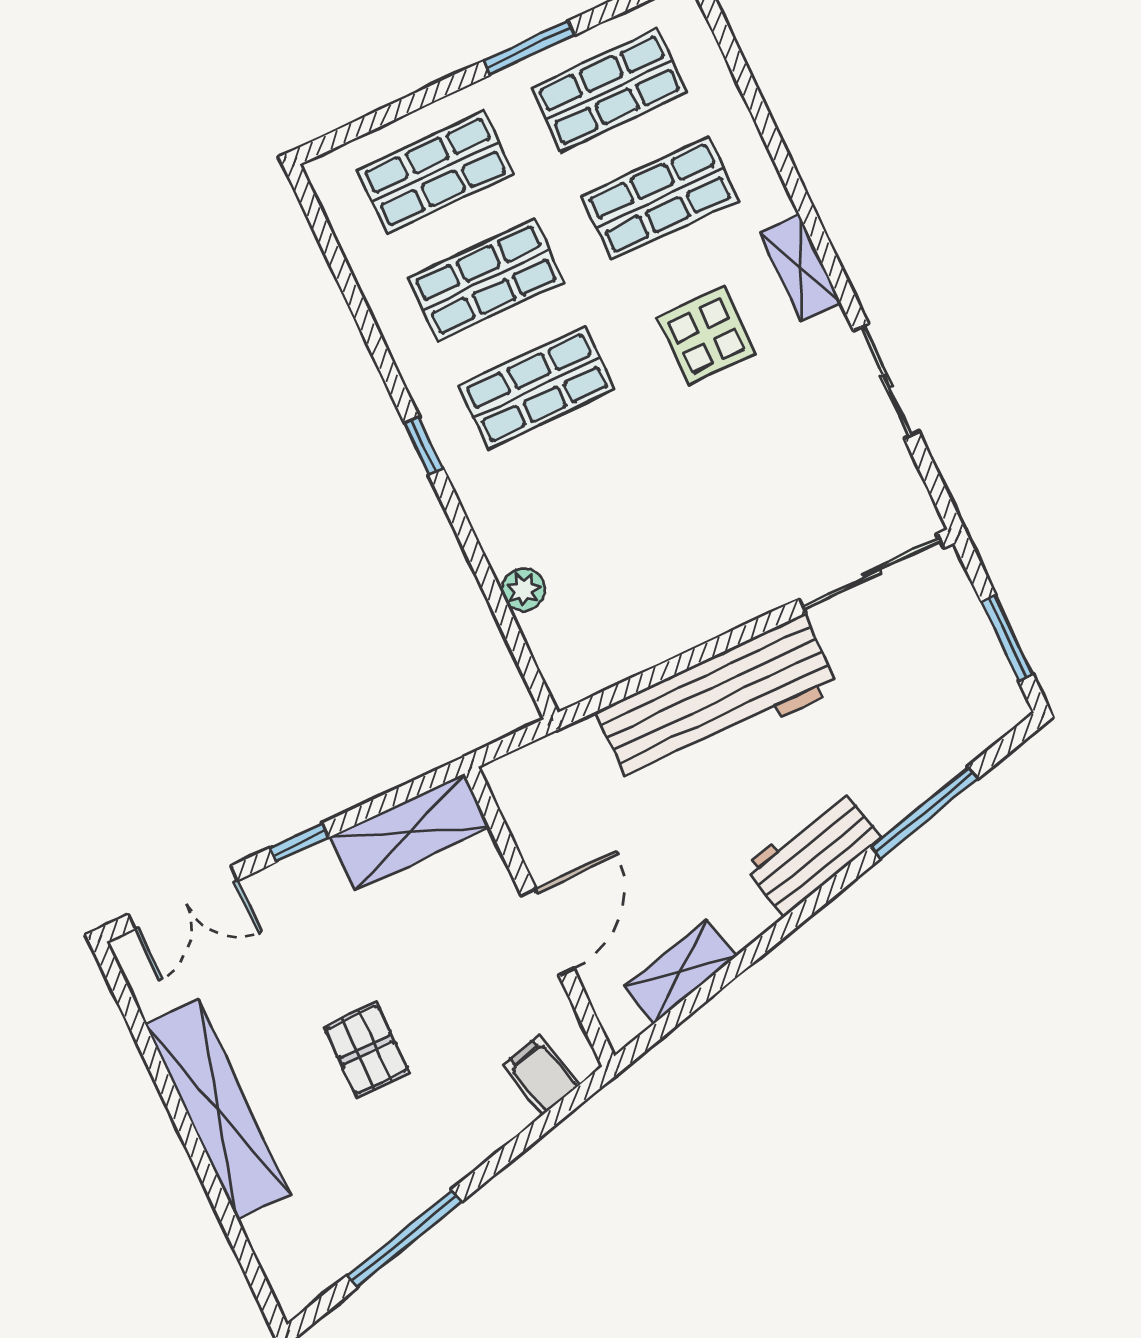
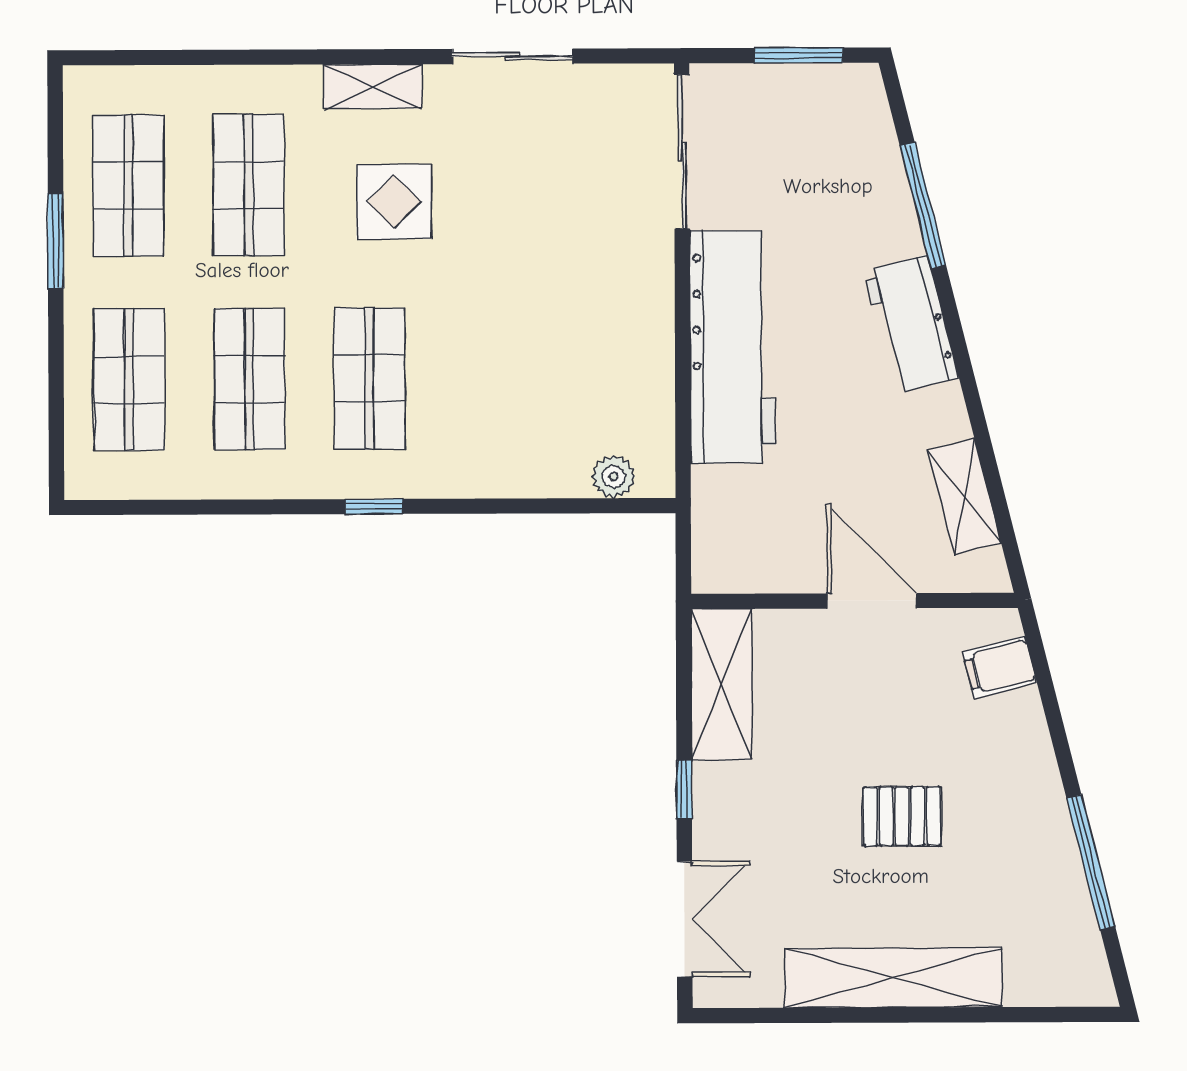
plant: (523, 590) -> (614, 477), moved

